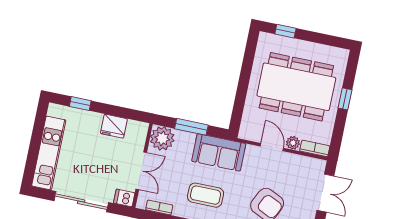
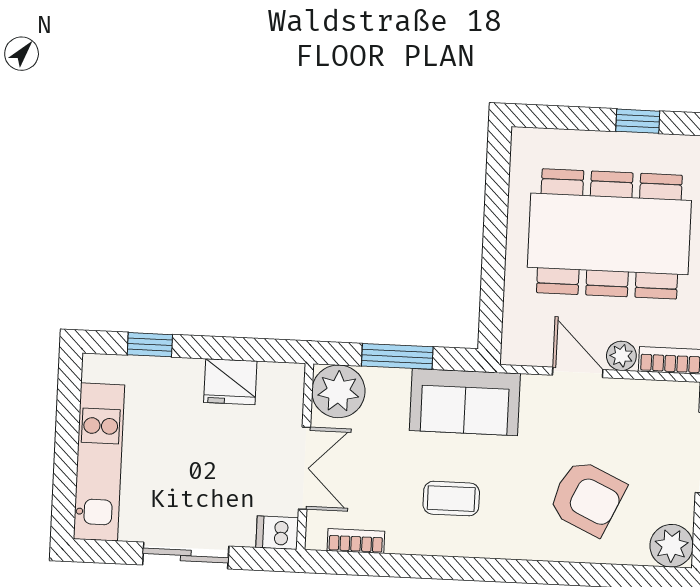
window: (285, 31) -> (638, 121), moved
coffee table: (206, 195) -> (451, 499), width x0.73, depth x0.77
sliding door: (81, 202) -> (186, 556), width x0.73

